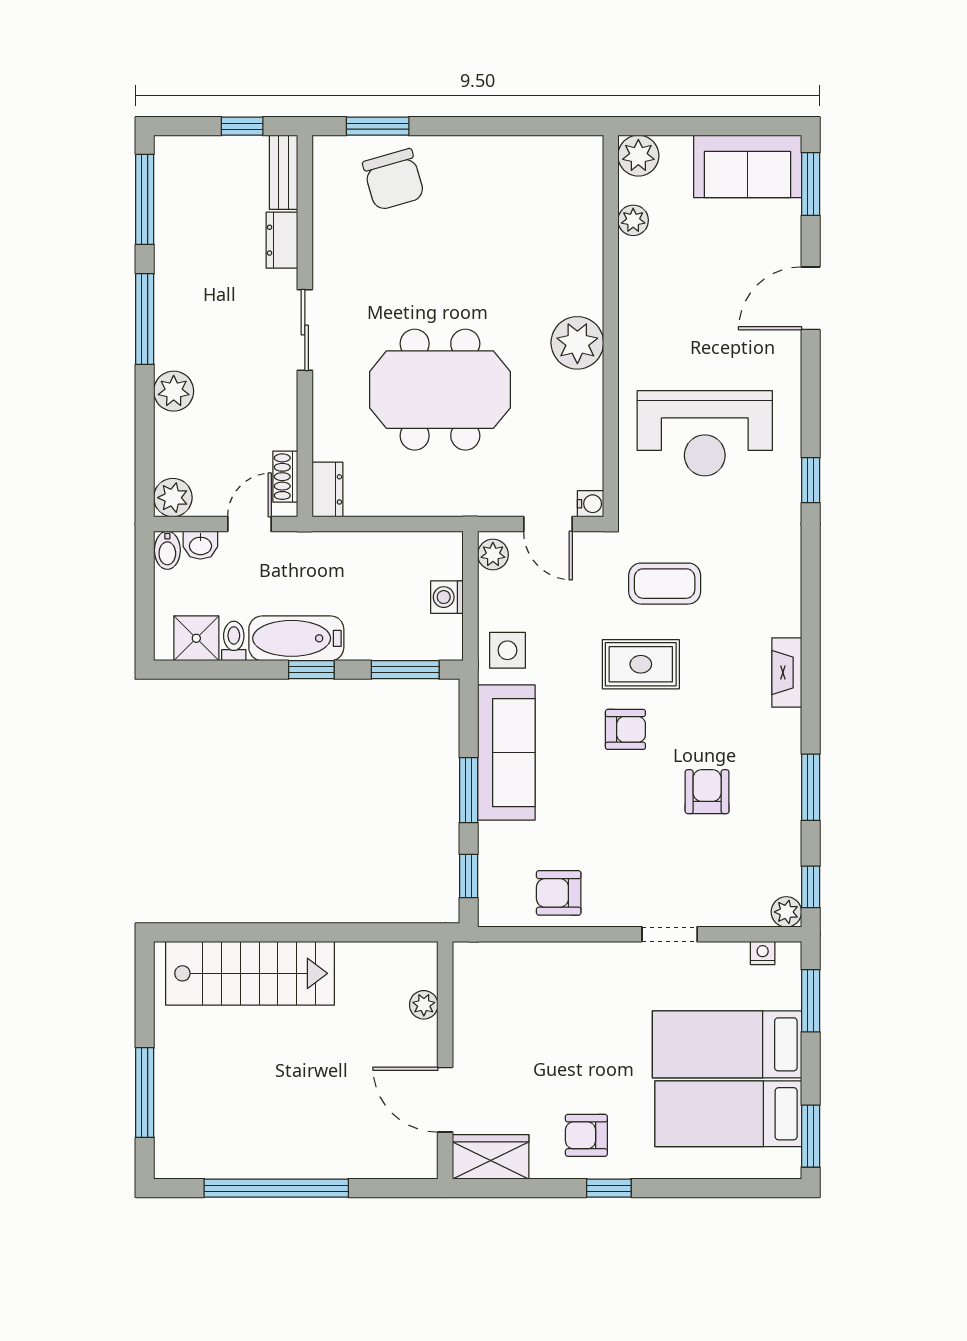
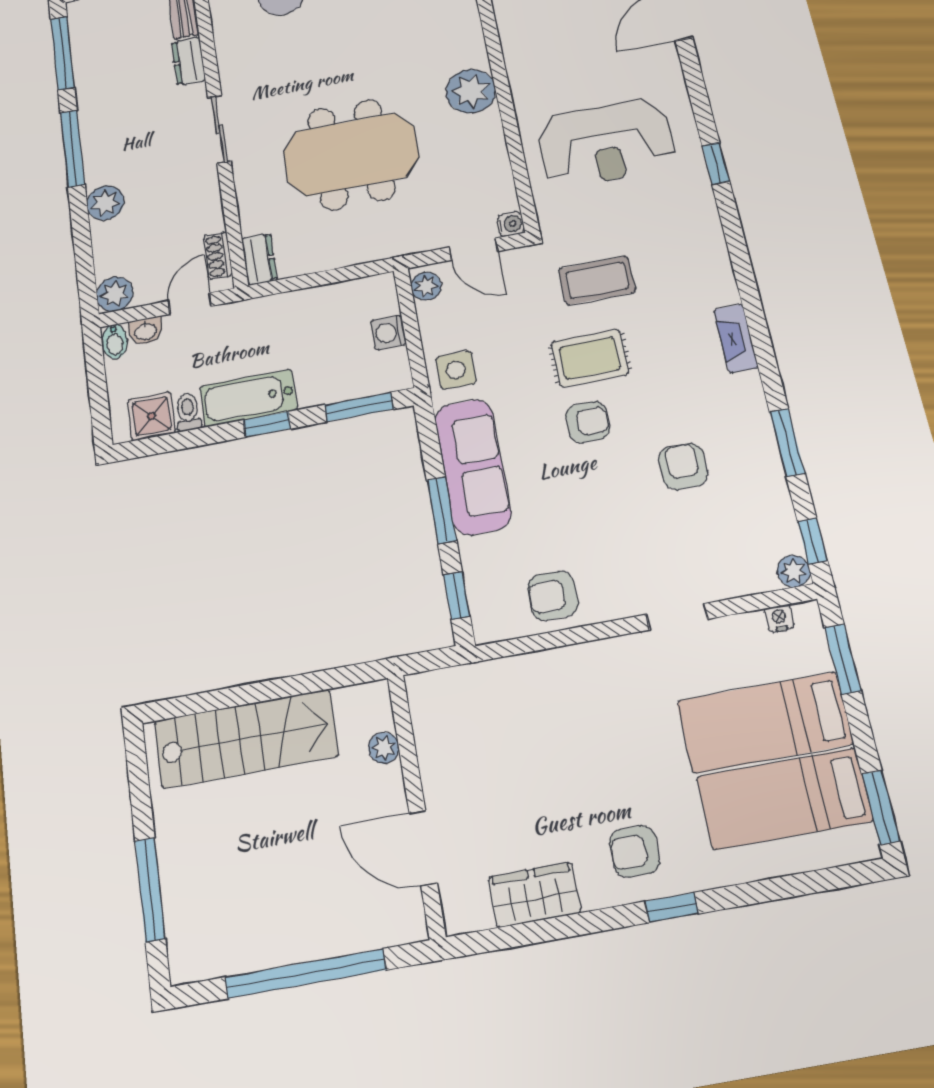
plant: (424, 1005) -> (384, 748), moved
wall: (445, 1060) -> (416, 804), moved
door: (445, 1100) -> (423, 848), moved

